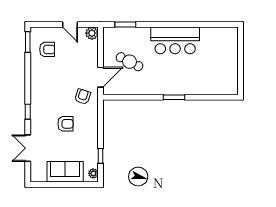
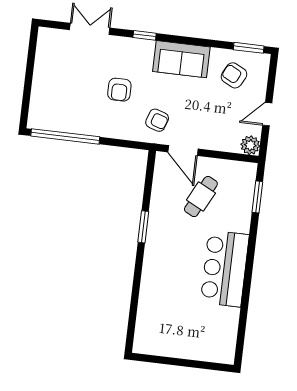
armchair: (47, 49) -> (234, 75), turned 117
window: (174, 97) -> (143, 227), moved
window: (101, 156) -> (65, 136), width x3.17
sofa: (65, 172) -> (181, 59), moved, turned 90
plant: (93, 173) -> (40, 122), removed

